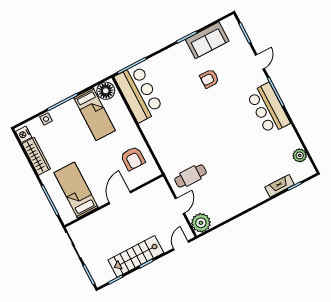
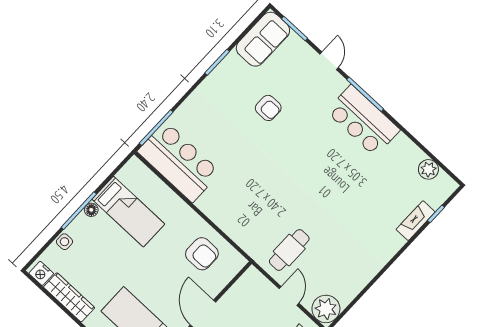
sofa: (207, 40) -> (263, 39), moved
armchair: (209, 79) -> (268, 108), turned -90
floor lamp: (106, 91) -> (91, 210), moved, width x0.53, depth x0.53

